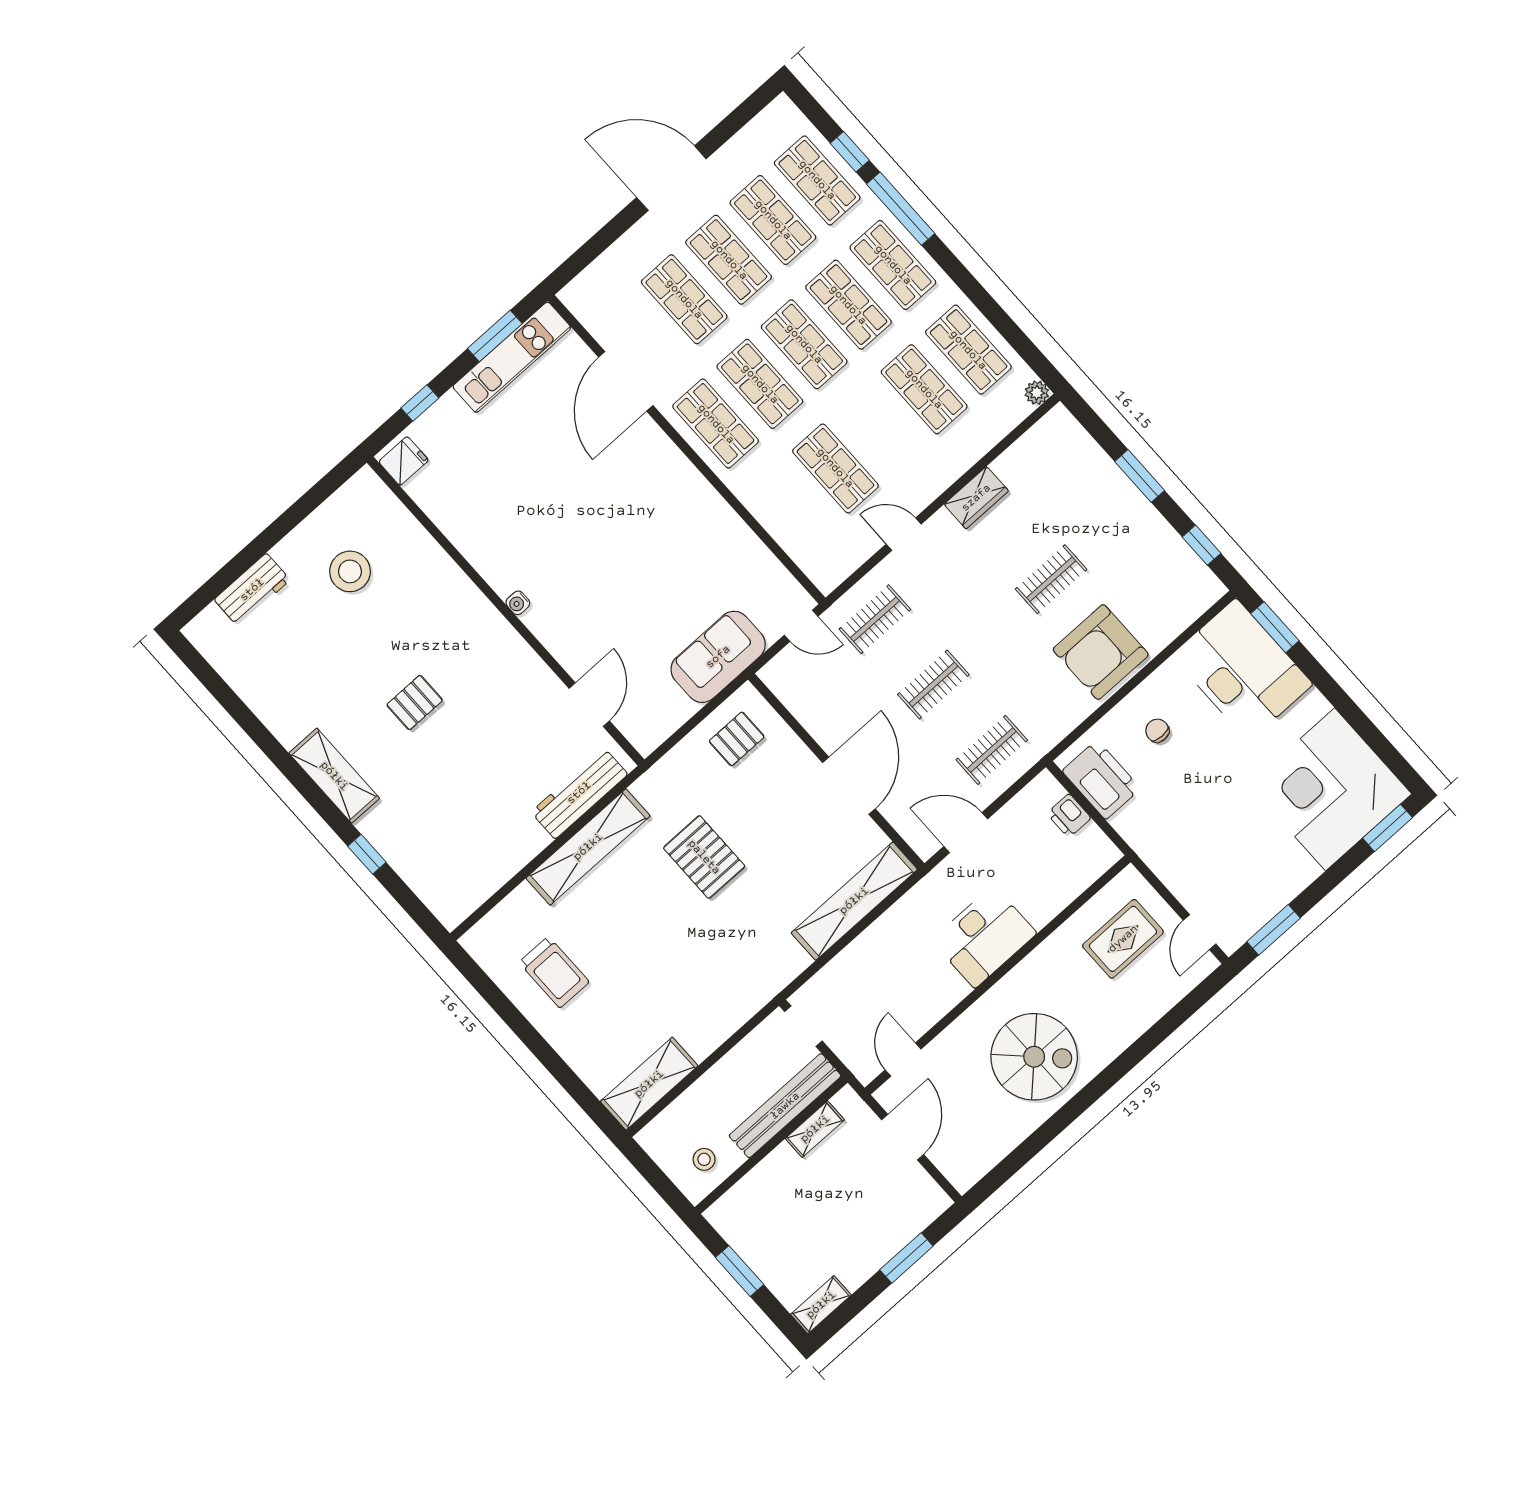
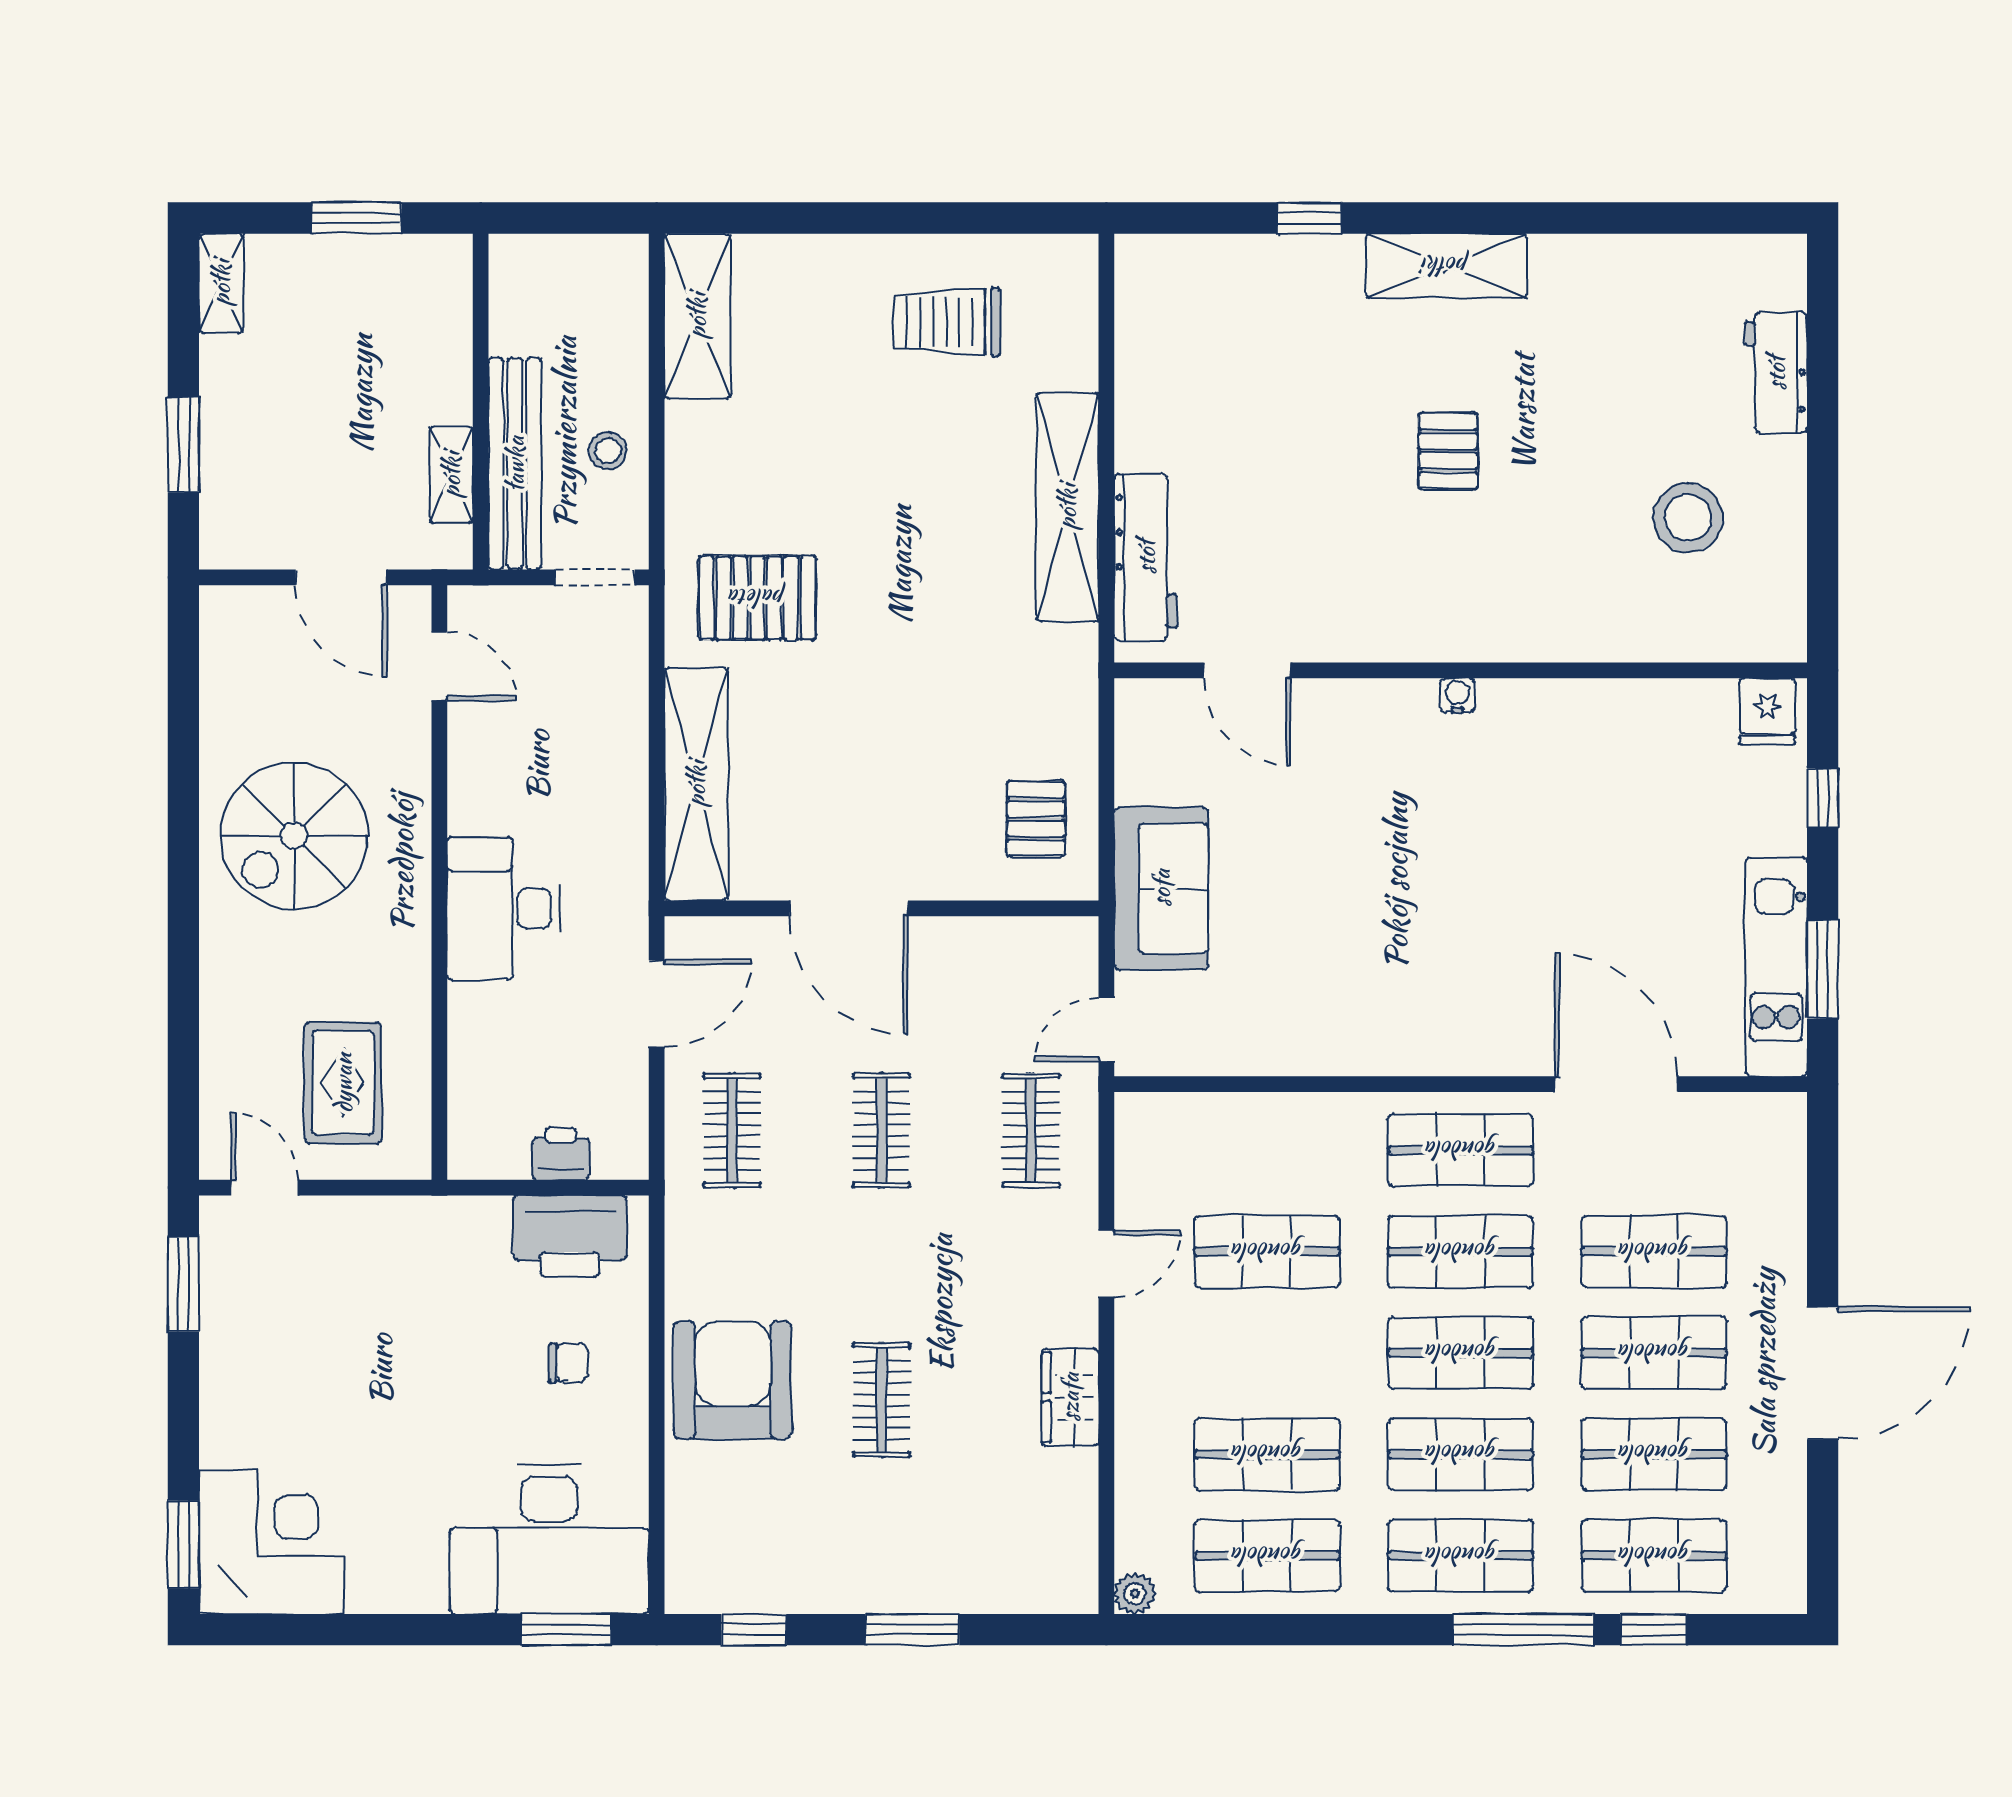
corner desk: (1330, 789) -> (271, 1542), width x0.74, depth x0.74
pallet: (704, 857) -> (757, 598), moved
stool: (704, 1159) -> (608, 451), moved

